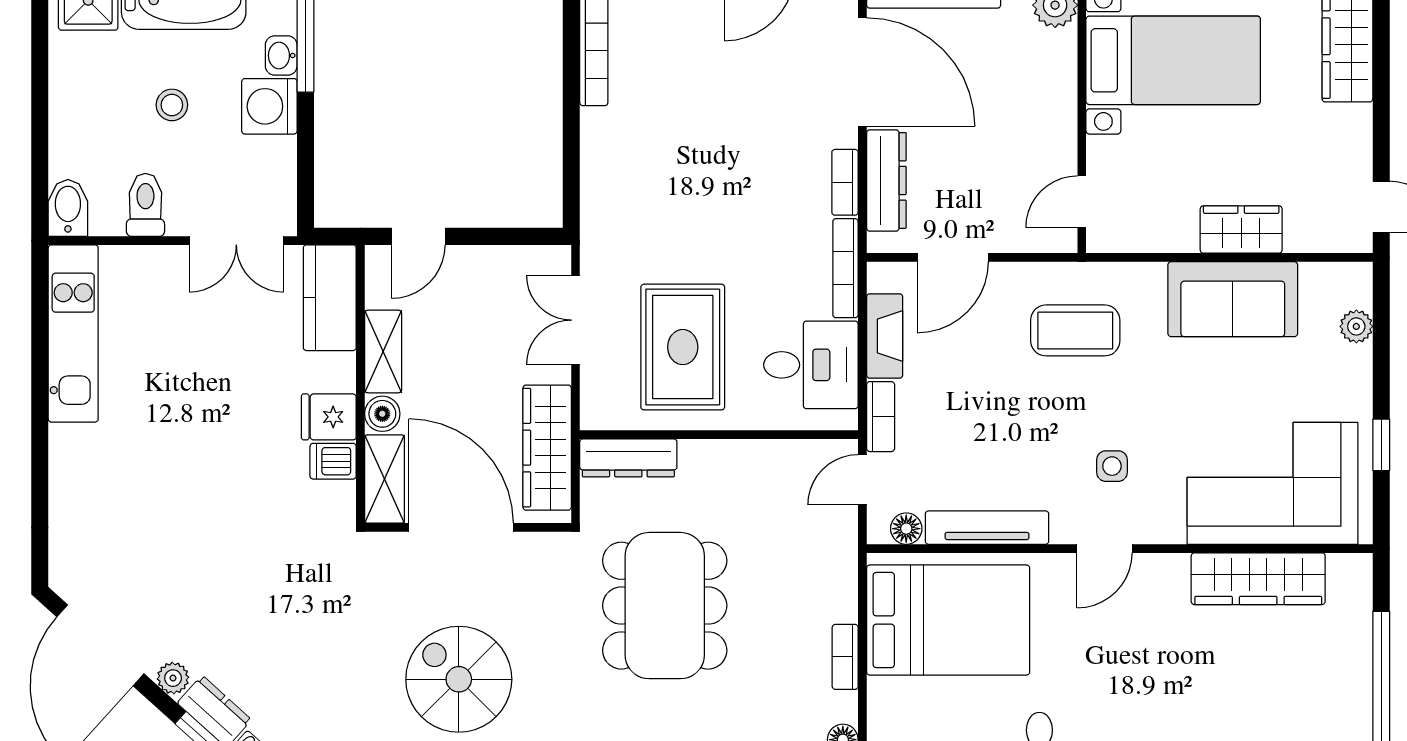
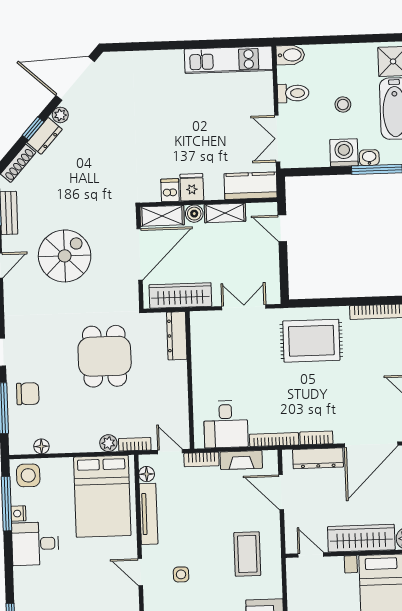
wardrobe: (1051, 98) -> (361, 538), added
rug: (683, 347) -> (311, 341), moved
plant: (841, 604) -> (108, 443), added
dining table: (665, 606) -> (105, 356), width x0.73
bookcase: (845, 657) -> (135, 444), moved

